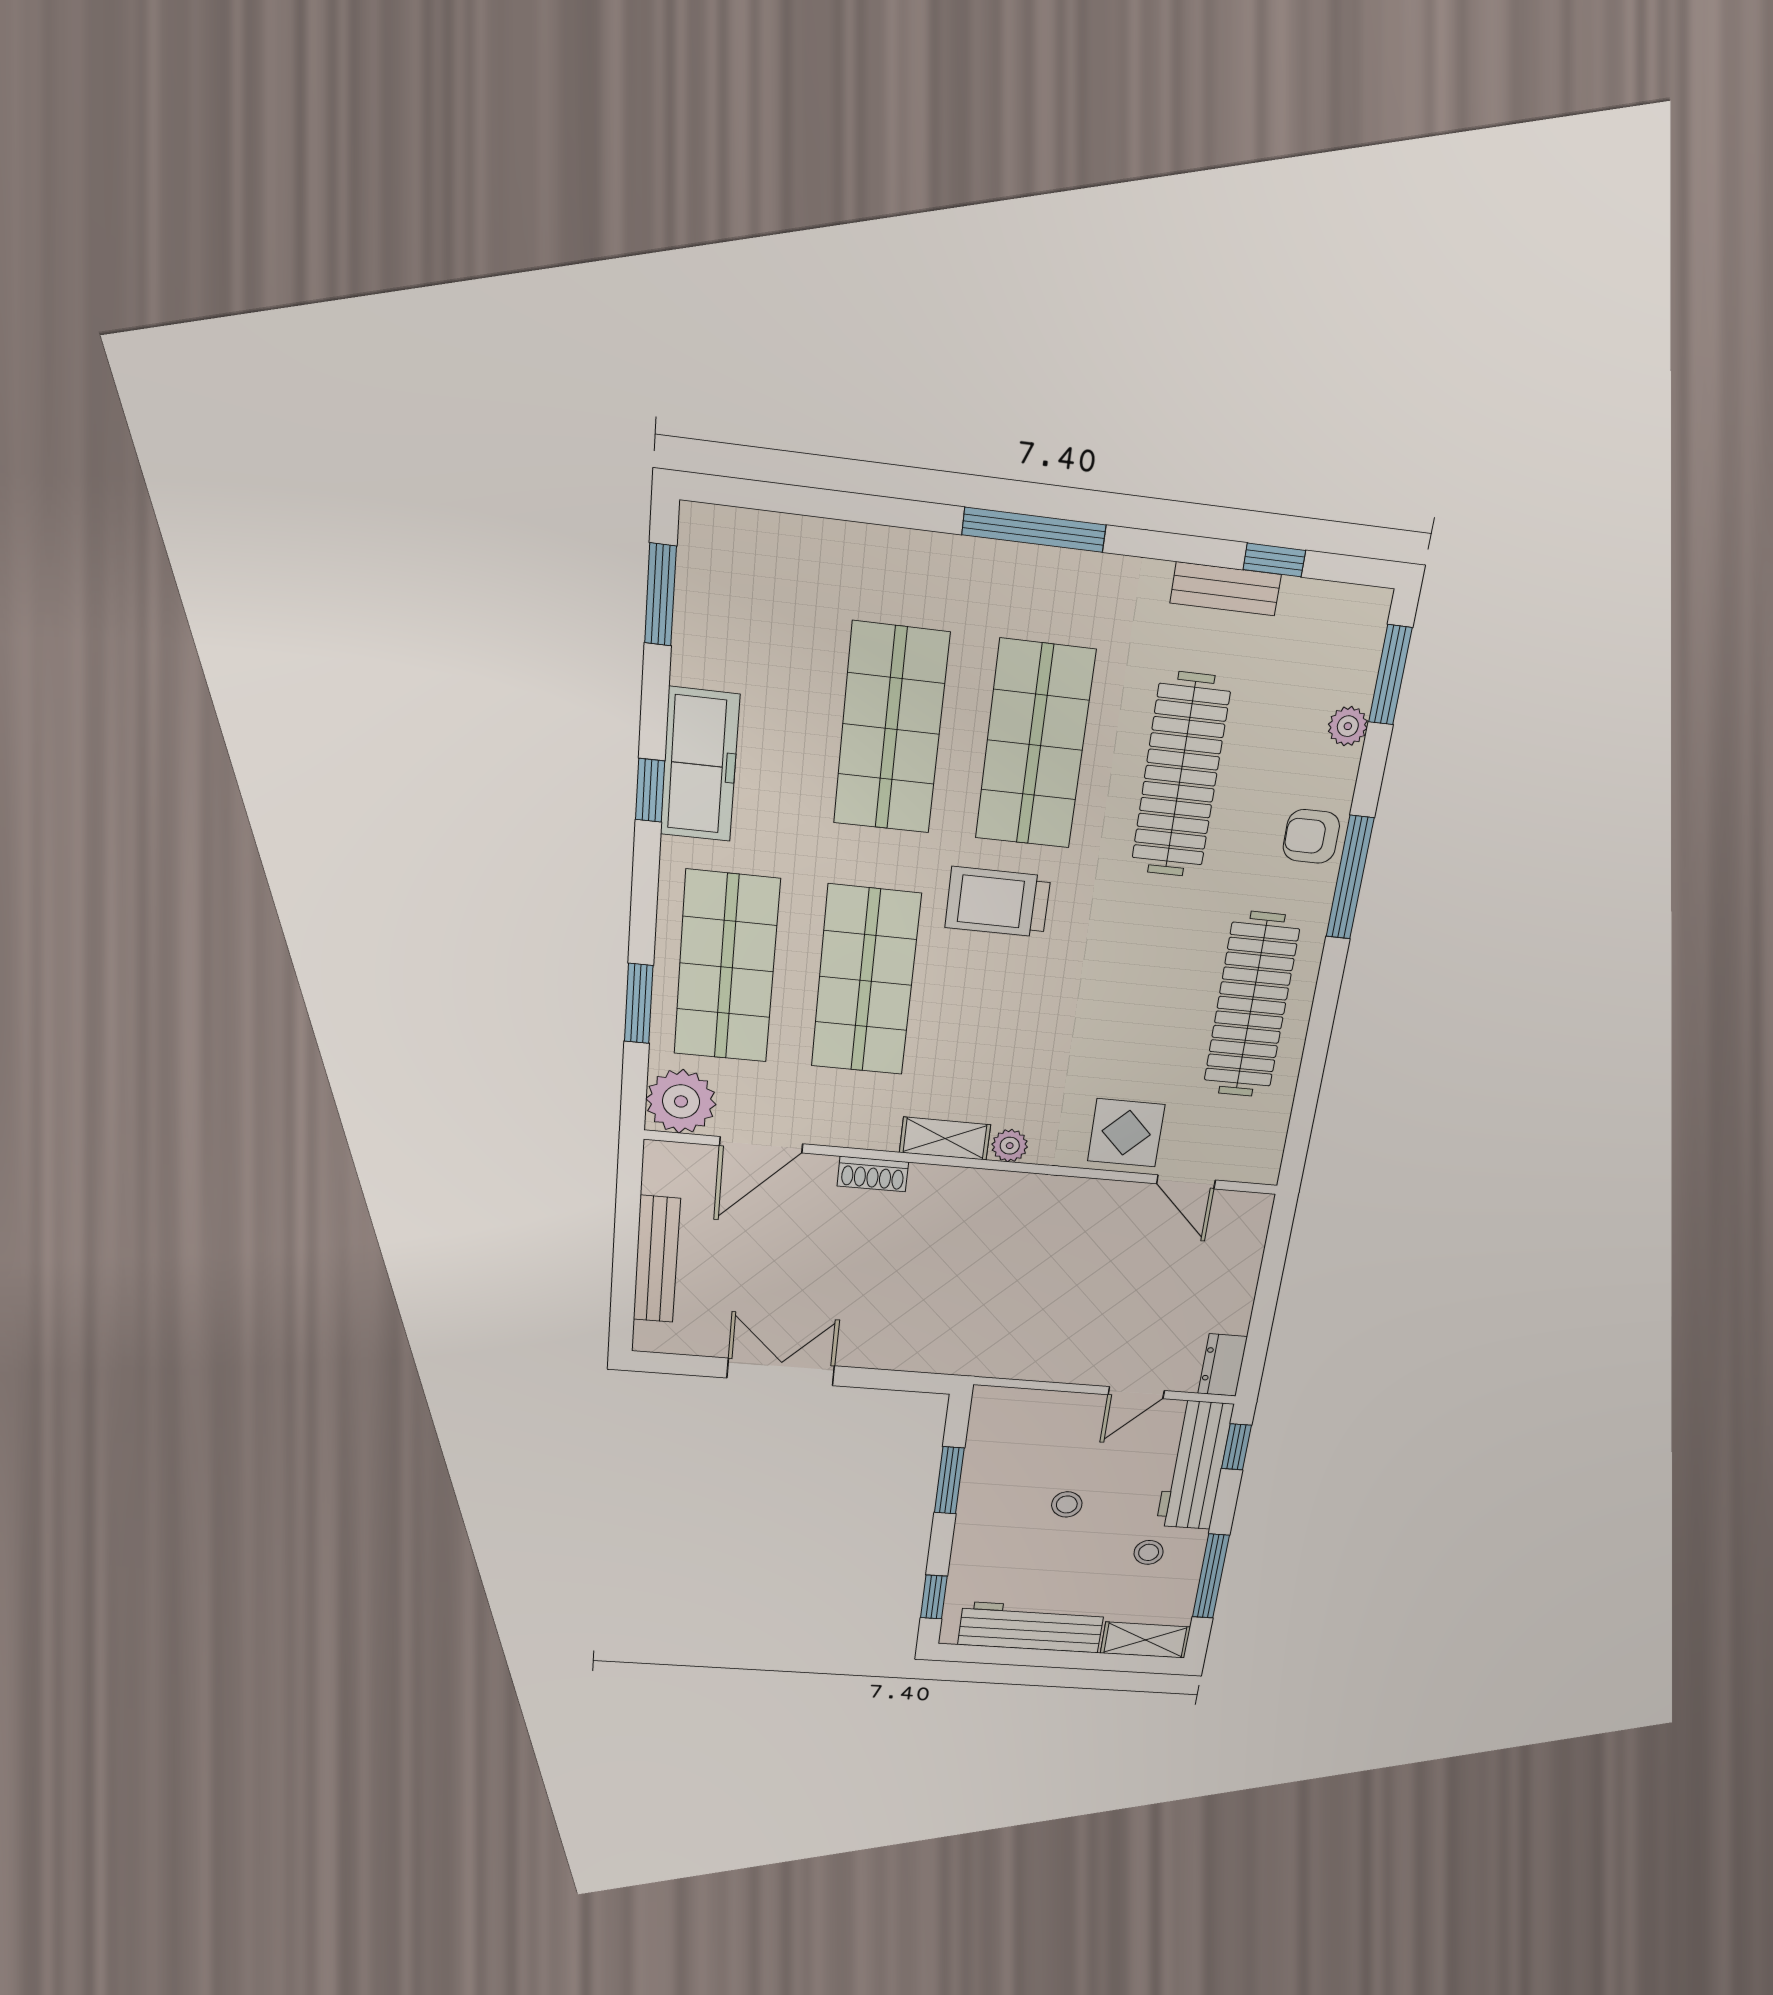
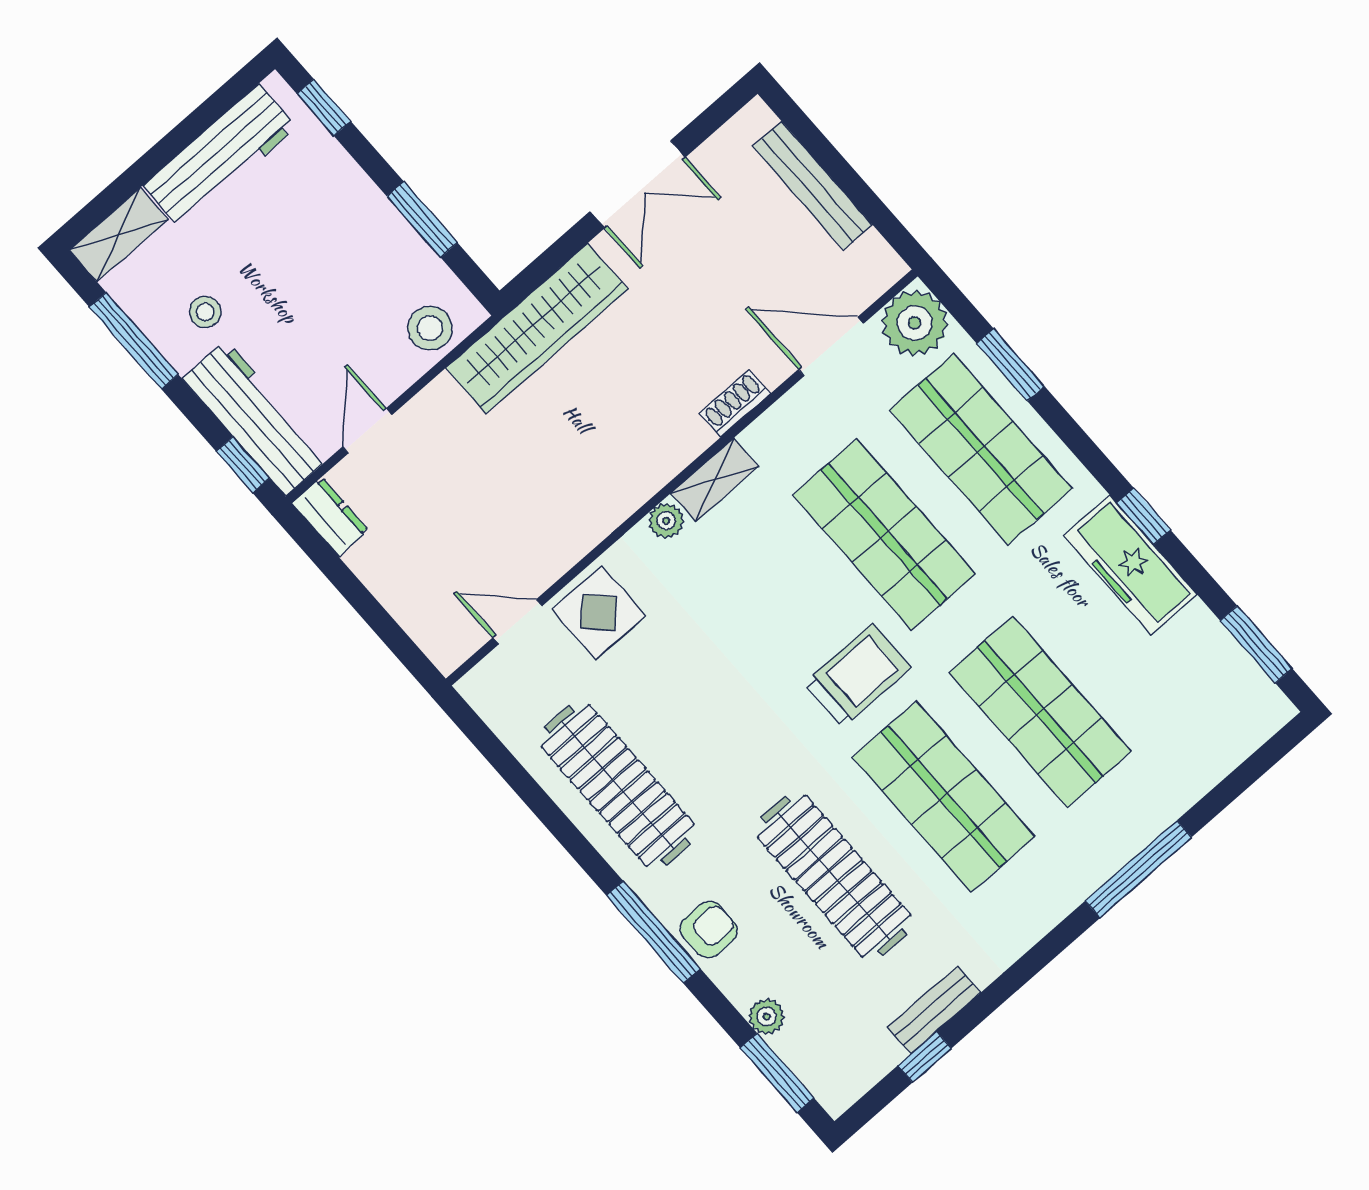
window: (1034, 530) -> (1138, 869), moved
door: (761, 1145) -> (831, 346), hinge flipped
wardrobe: (953, 1349) -> (537, 328), added
stool: (1067, 1504) -> (430, 328), moved, width x1.37, depth x1.37

